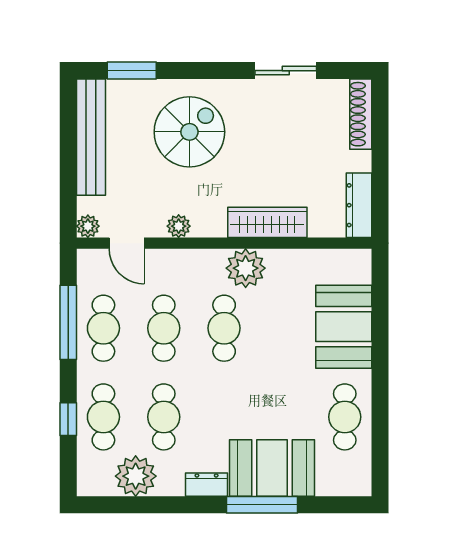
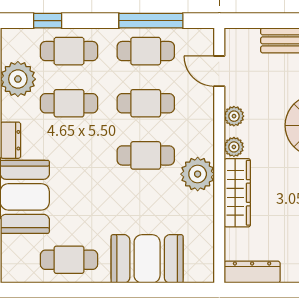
plant: (88, 226) -> (234, 147), moved
door: (127, 243) -> (219, 71), hinge flipped
window: (68, 419) -> (48, 21), moved

